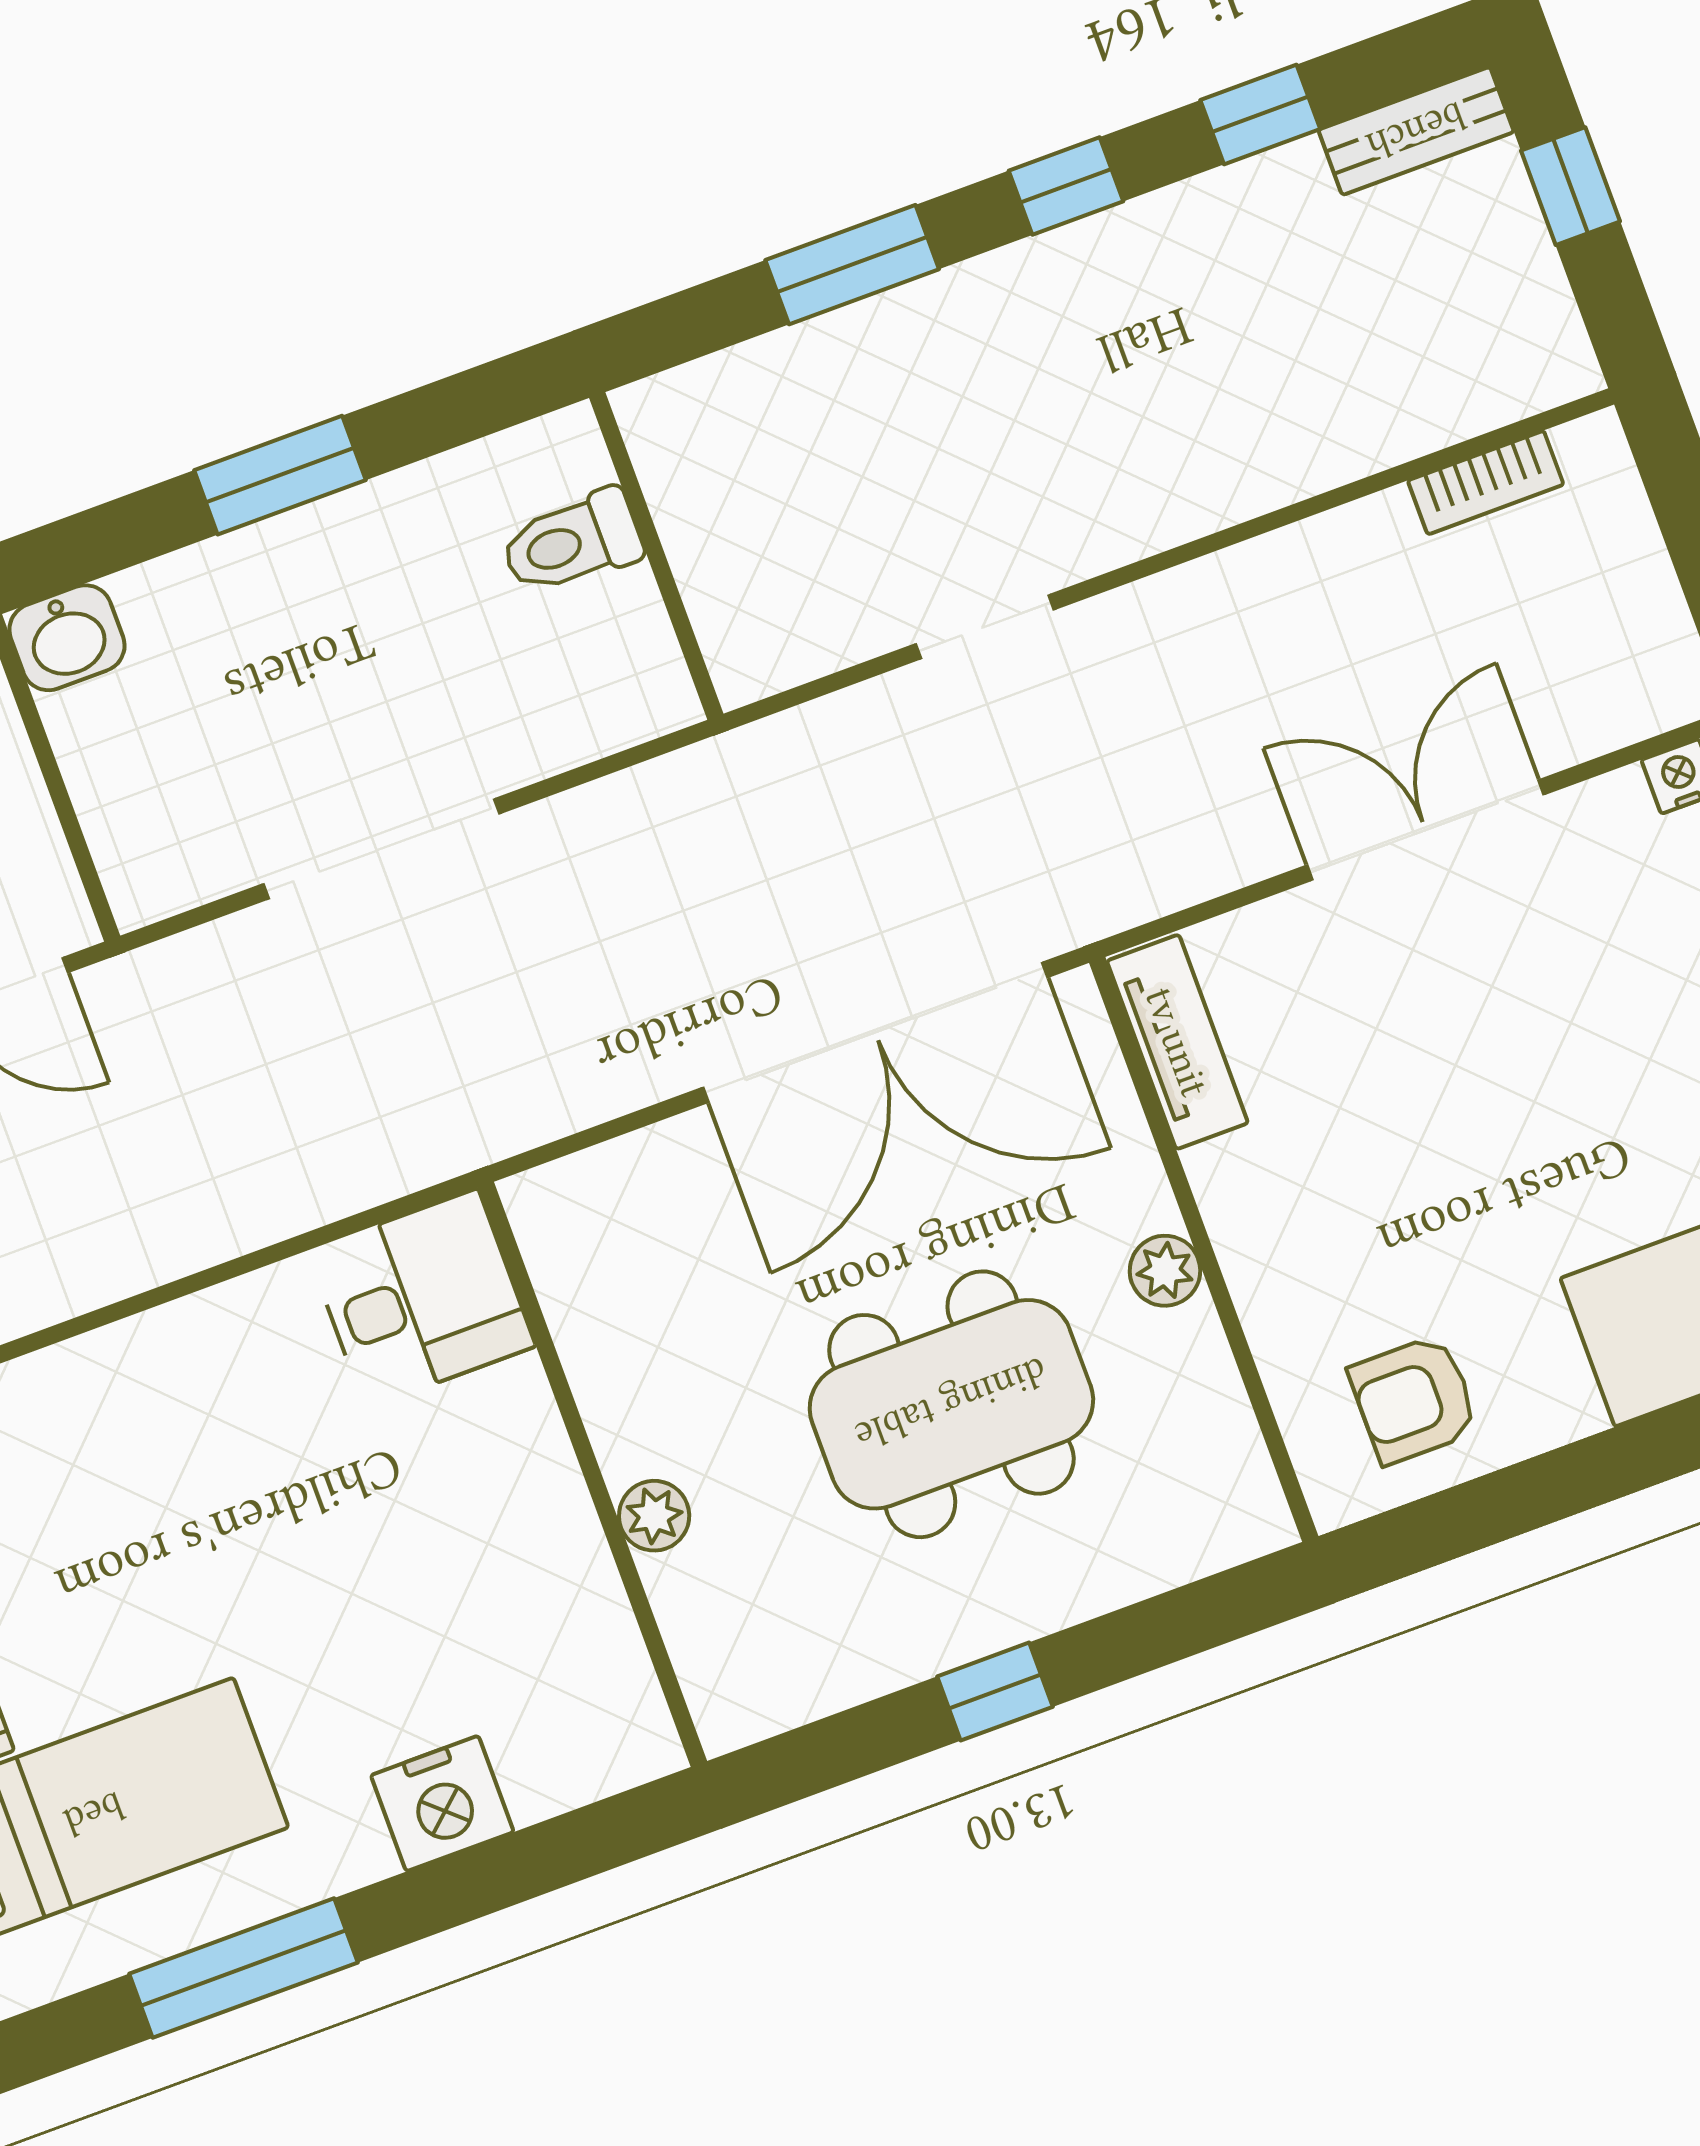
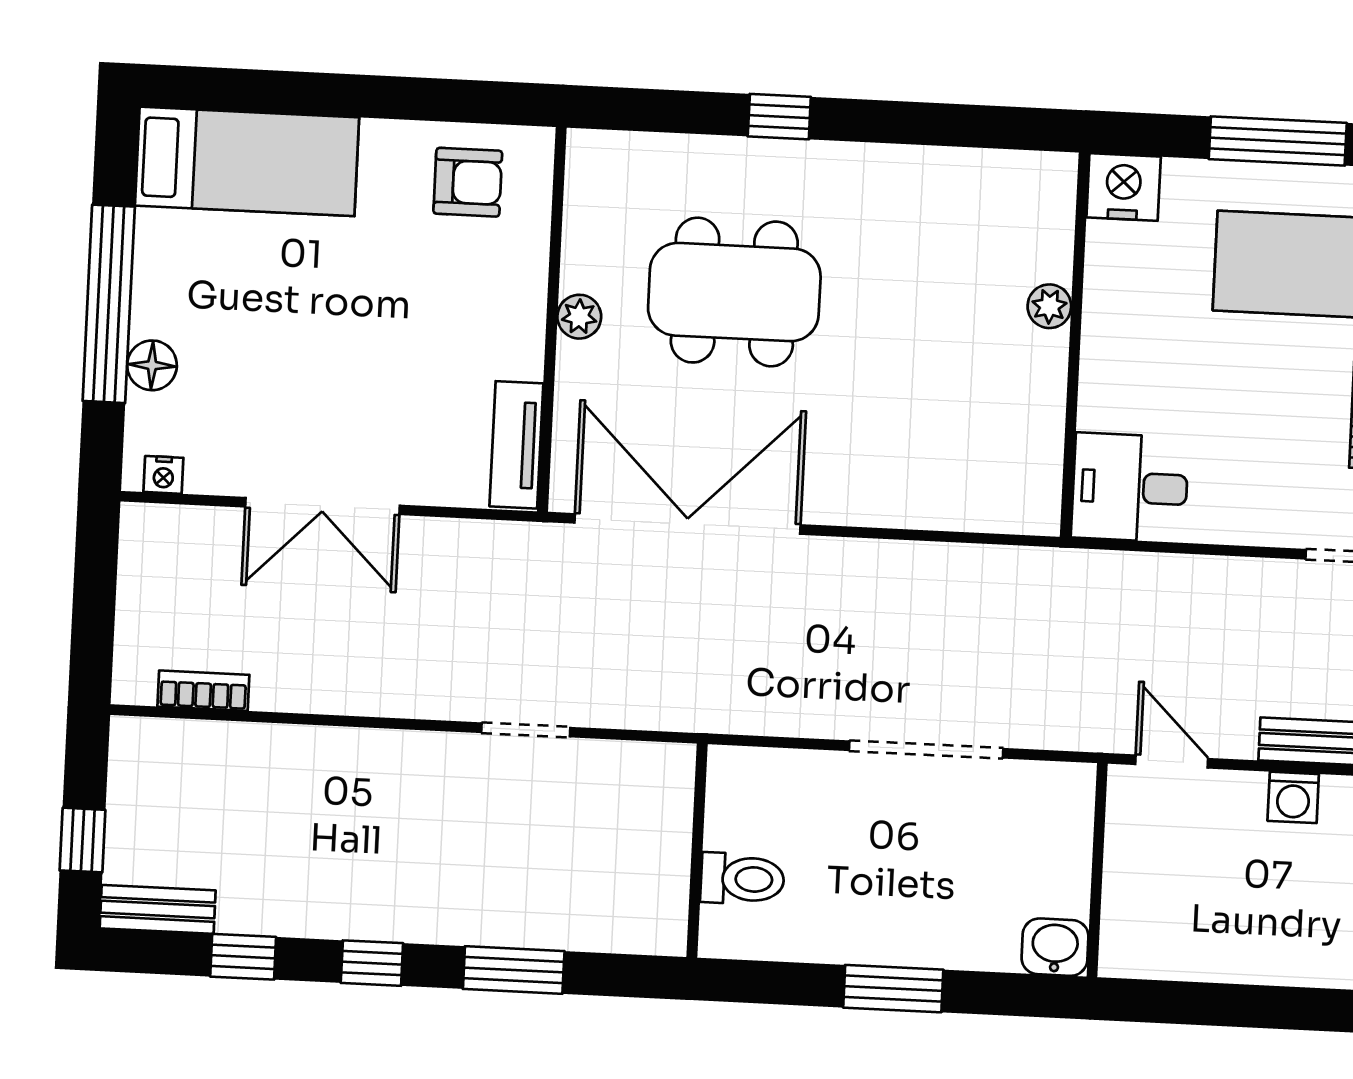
desk: (421, 1298) -> (1130, 488), moved
wall: (592, 1474) -> (1075, 345), moved
plant: (654, 1516) -> (1049, 306), moved

